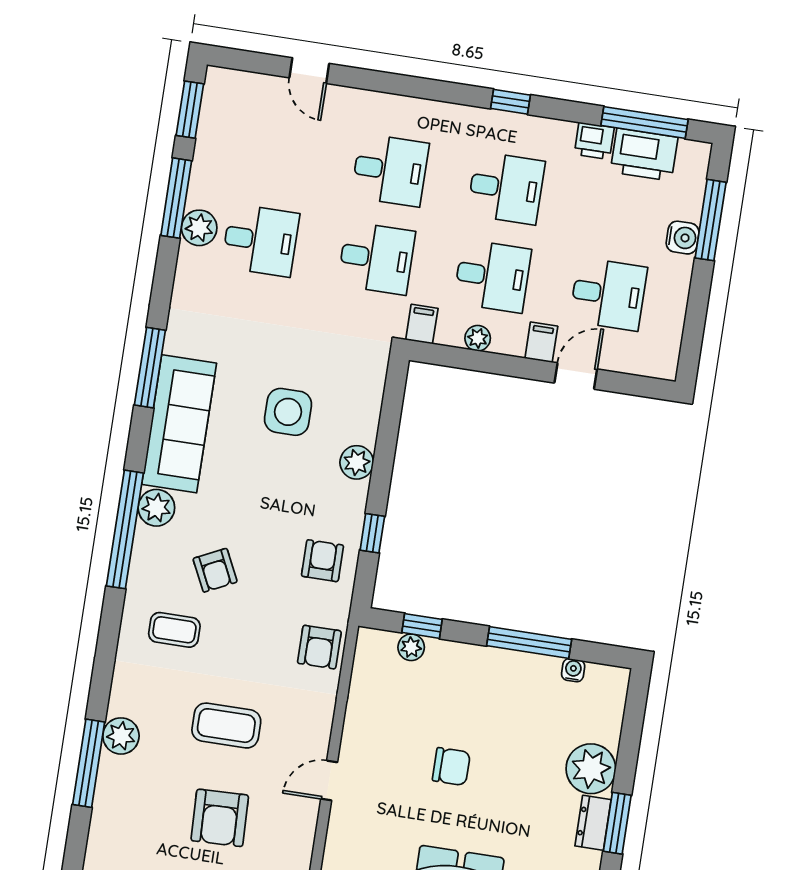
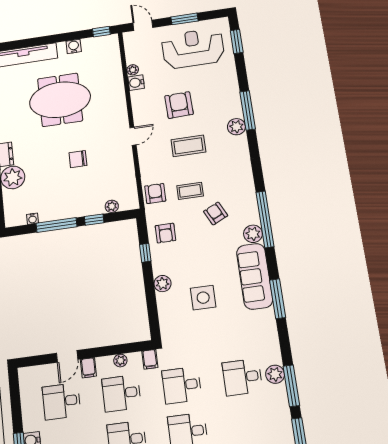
window: (422, 626) -> (94, 220), moved
coffee table: (174, 630) -> (190, 191), moved

